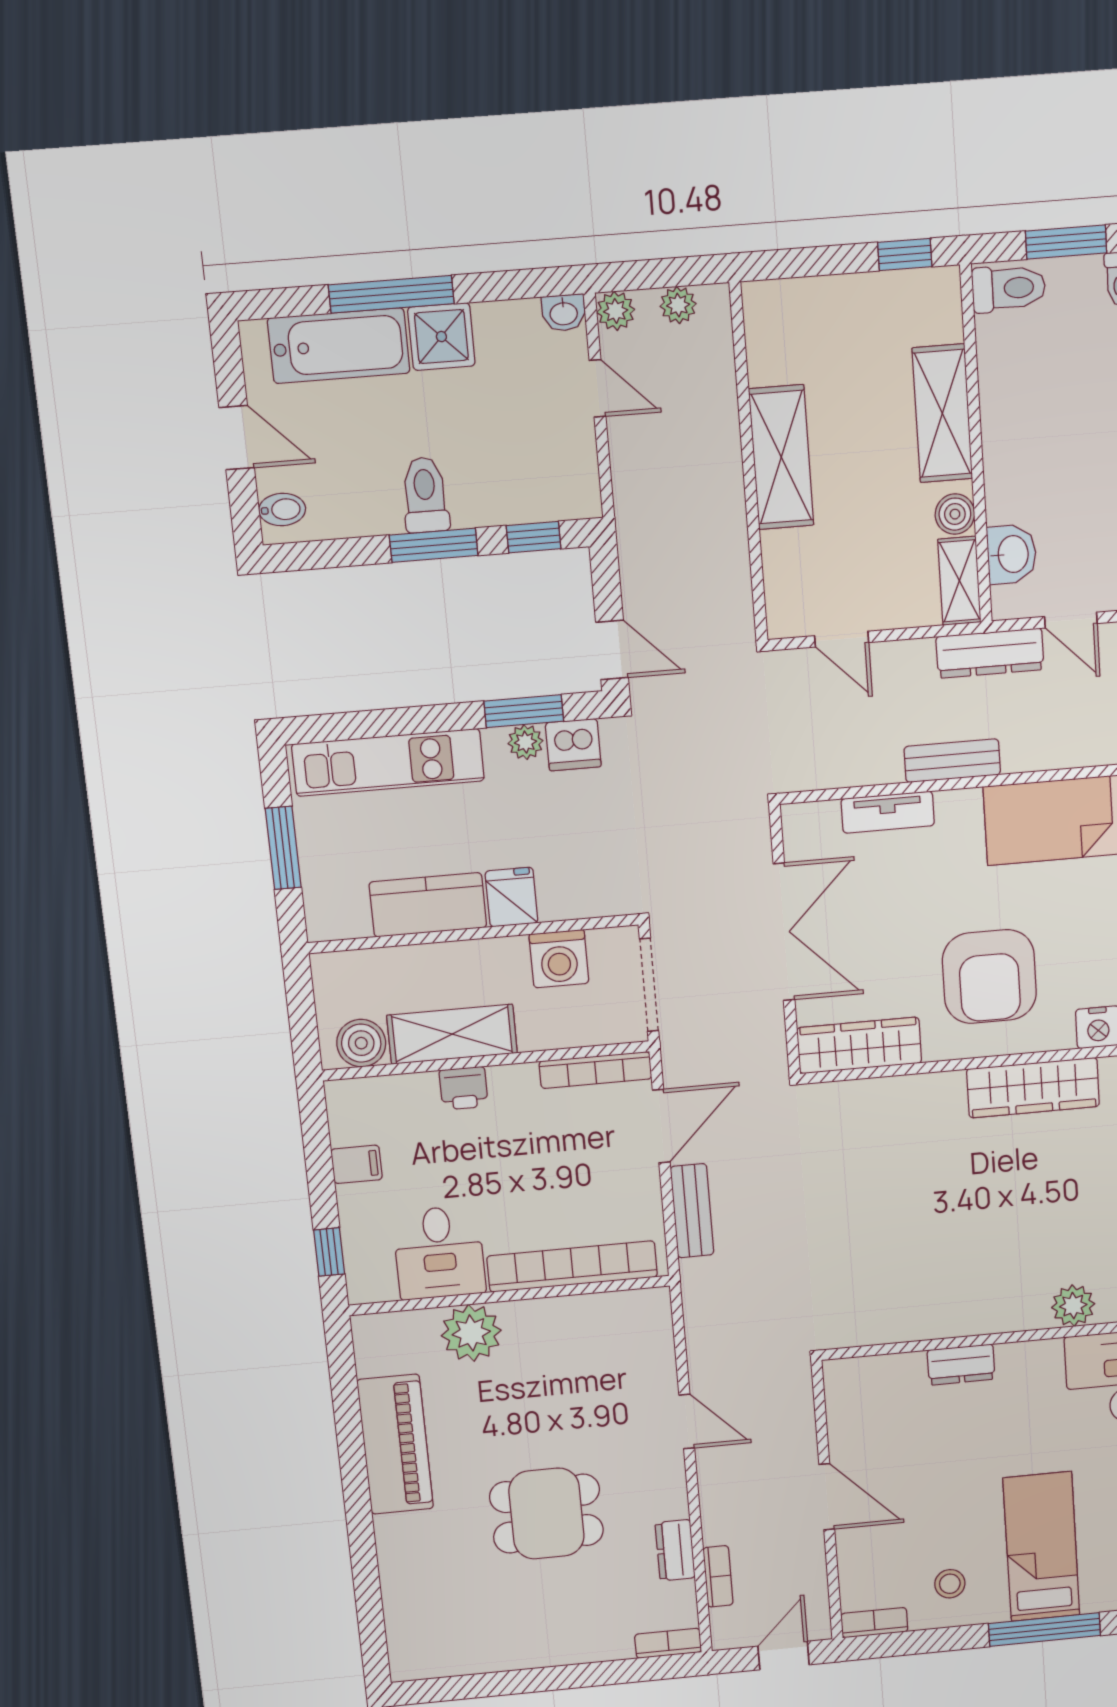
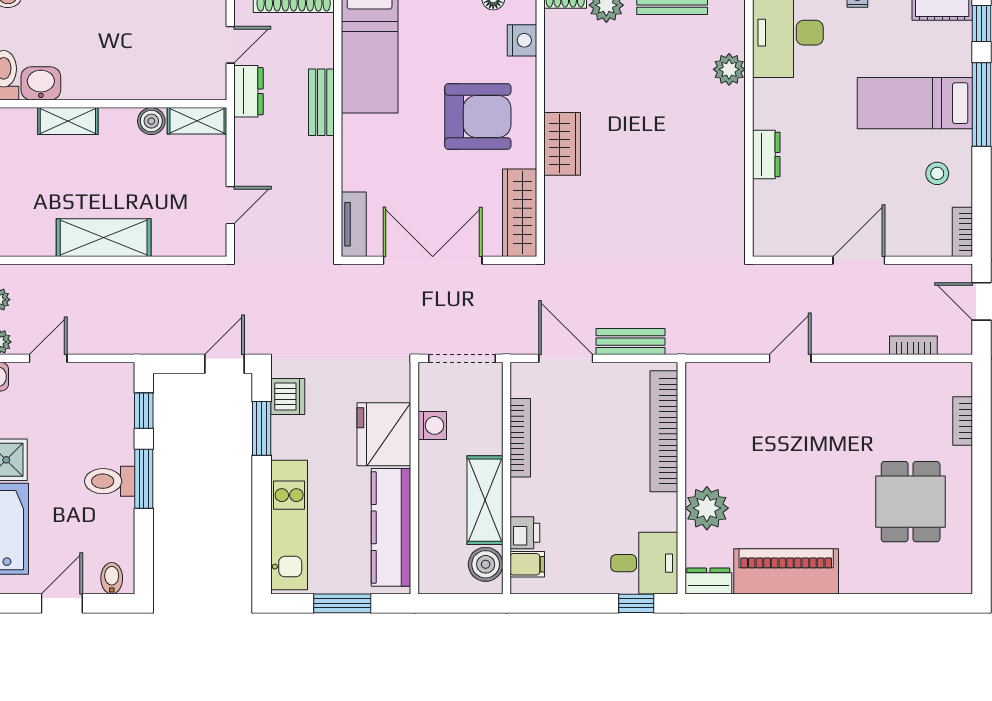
shelving: (942, 413) -> (68, 121), width x0.67, depth x0.75
washbasin: (1012, 554) -> (41, 83), moved
dresser: (990, 653) -> (248, 91), width x0.70
plant: (525, 742) -> (283, 429), removed
bench: (952, 761) -> (321, 102), moved
tv unit: (888, 812) -> (354, 224), moved
fridge: (511, 897) -> (384, 434), width x1.88, depth x1.34
kitchen counter: (428, 905) -> (391, 527), width x1.50
washing machine: (559, 959) -> (432, 425), width x0.73, depth x0.73
bookcase: (595, 1070) -> (520, 438), moved
printer: (464, 1088) -> (525, 533), moved
wardrobe: (1033, 1088) -> (562, 144), moved, width x0.67
filing cabinet: (357, 1164) -> (527, 564), moved, turned 90
desk: (439, 1253) -> (644, 563), moved
dining table: (546, 1514) -> (911, 502), moved
dresser: (675, 1550) -> (708, 581), moved, turned 180
bookcase: (668, 1643) -> (963, 421), moved

